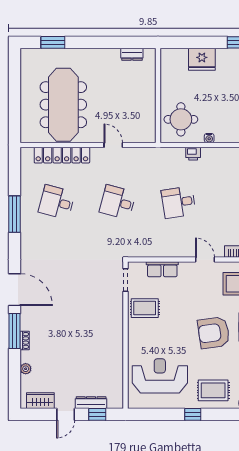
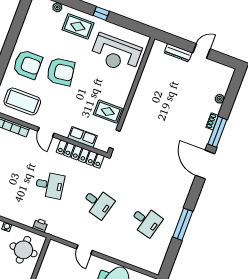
printer: (193, 154) -> (40, 225), moved
locker: (62, 155) -> (80, 154), moved, turned 180
wardrobe: (40, 401) -> (217, 69), removed
window: (97, 414) -> (177, 42), removed

